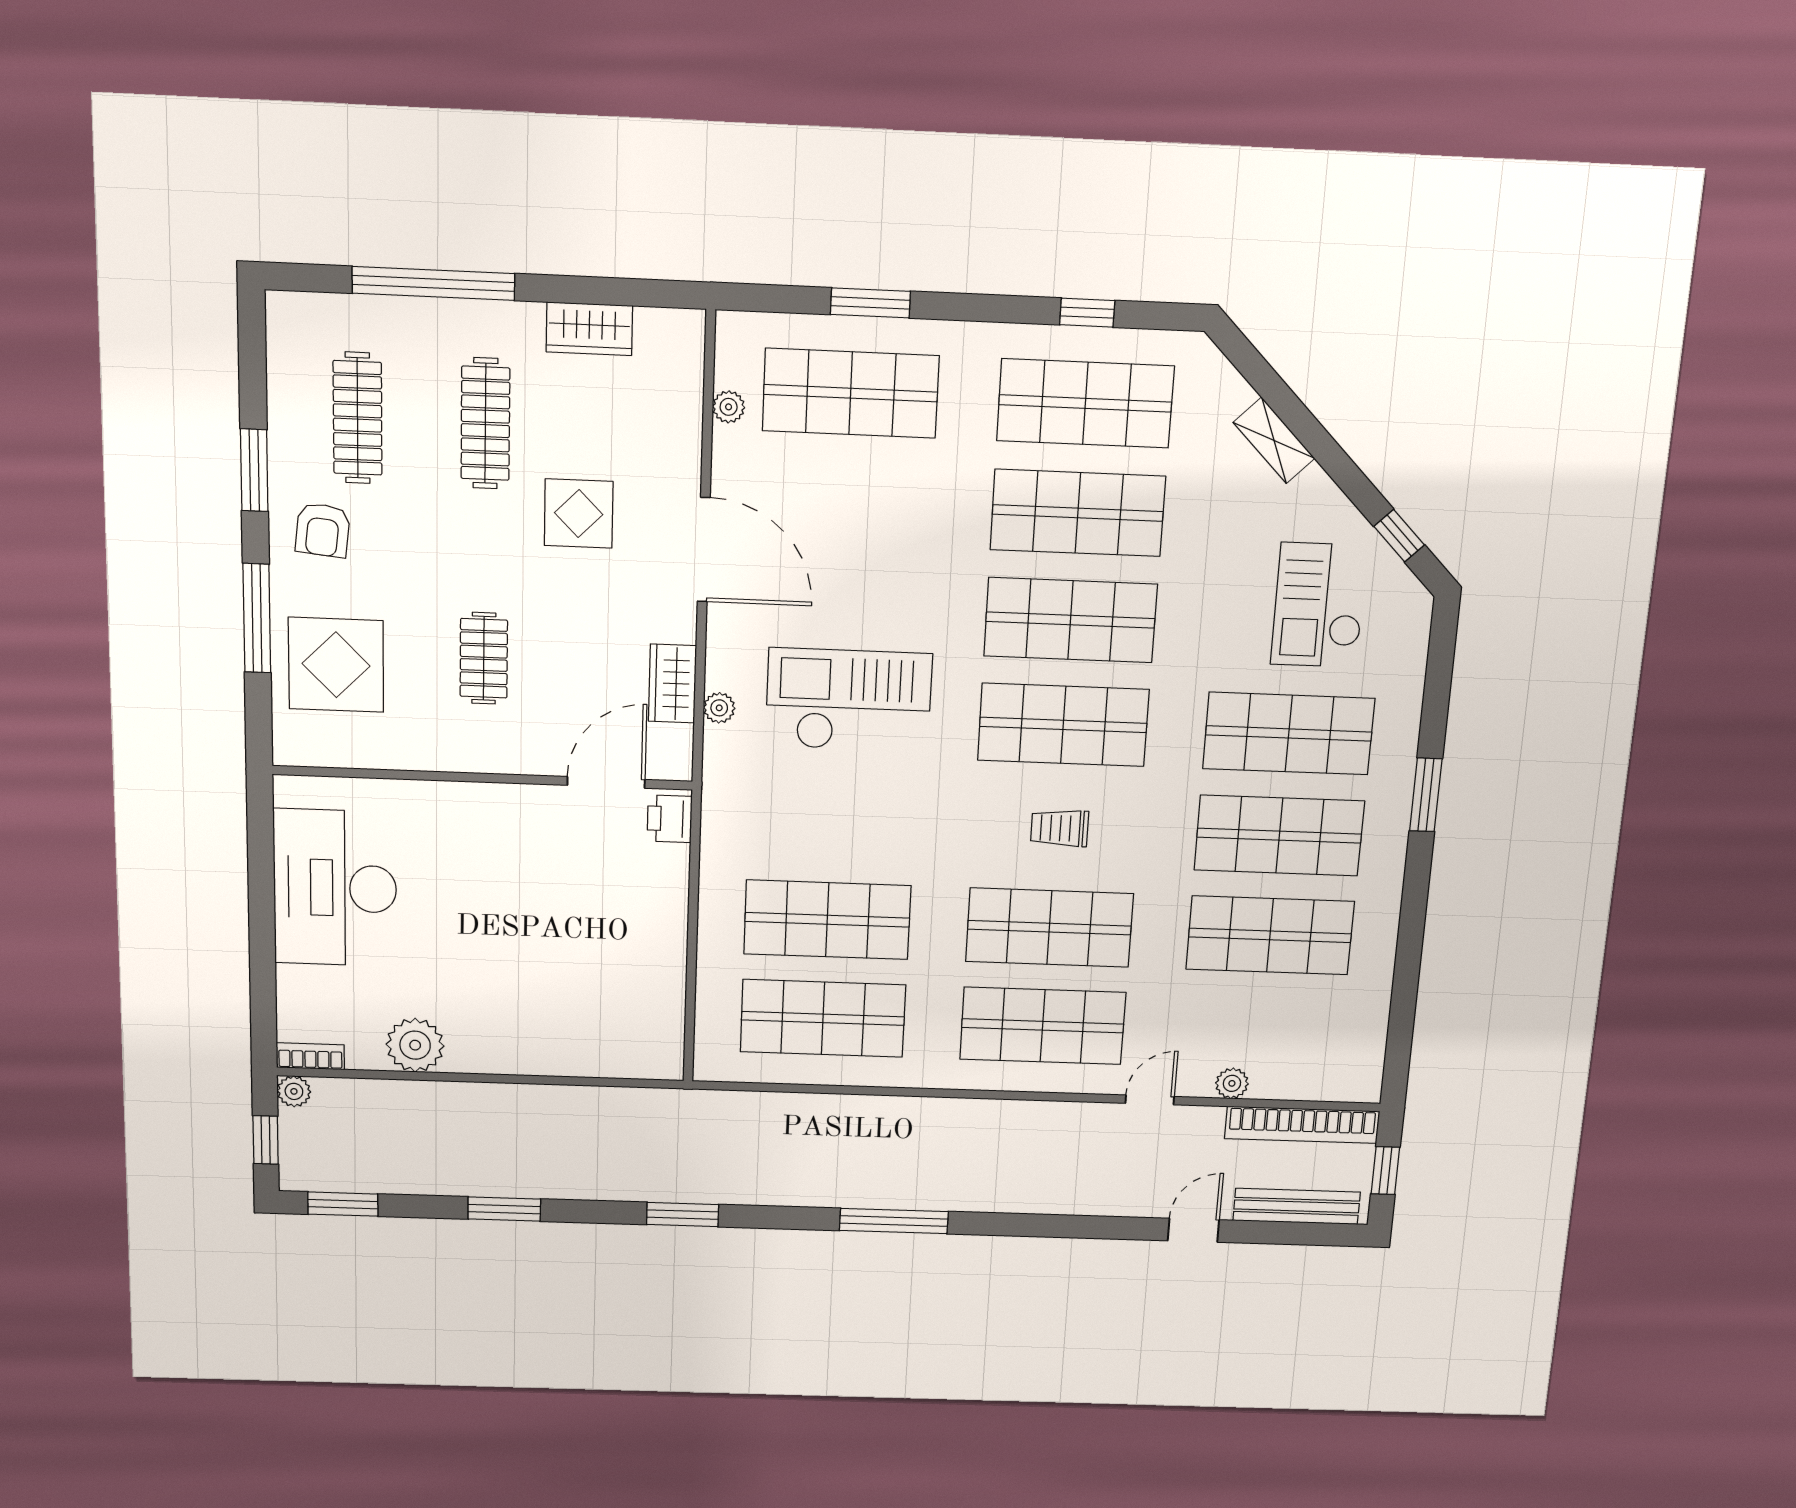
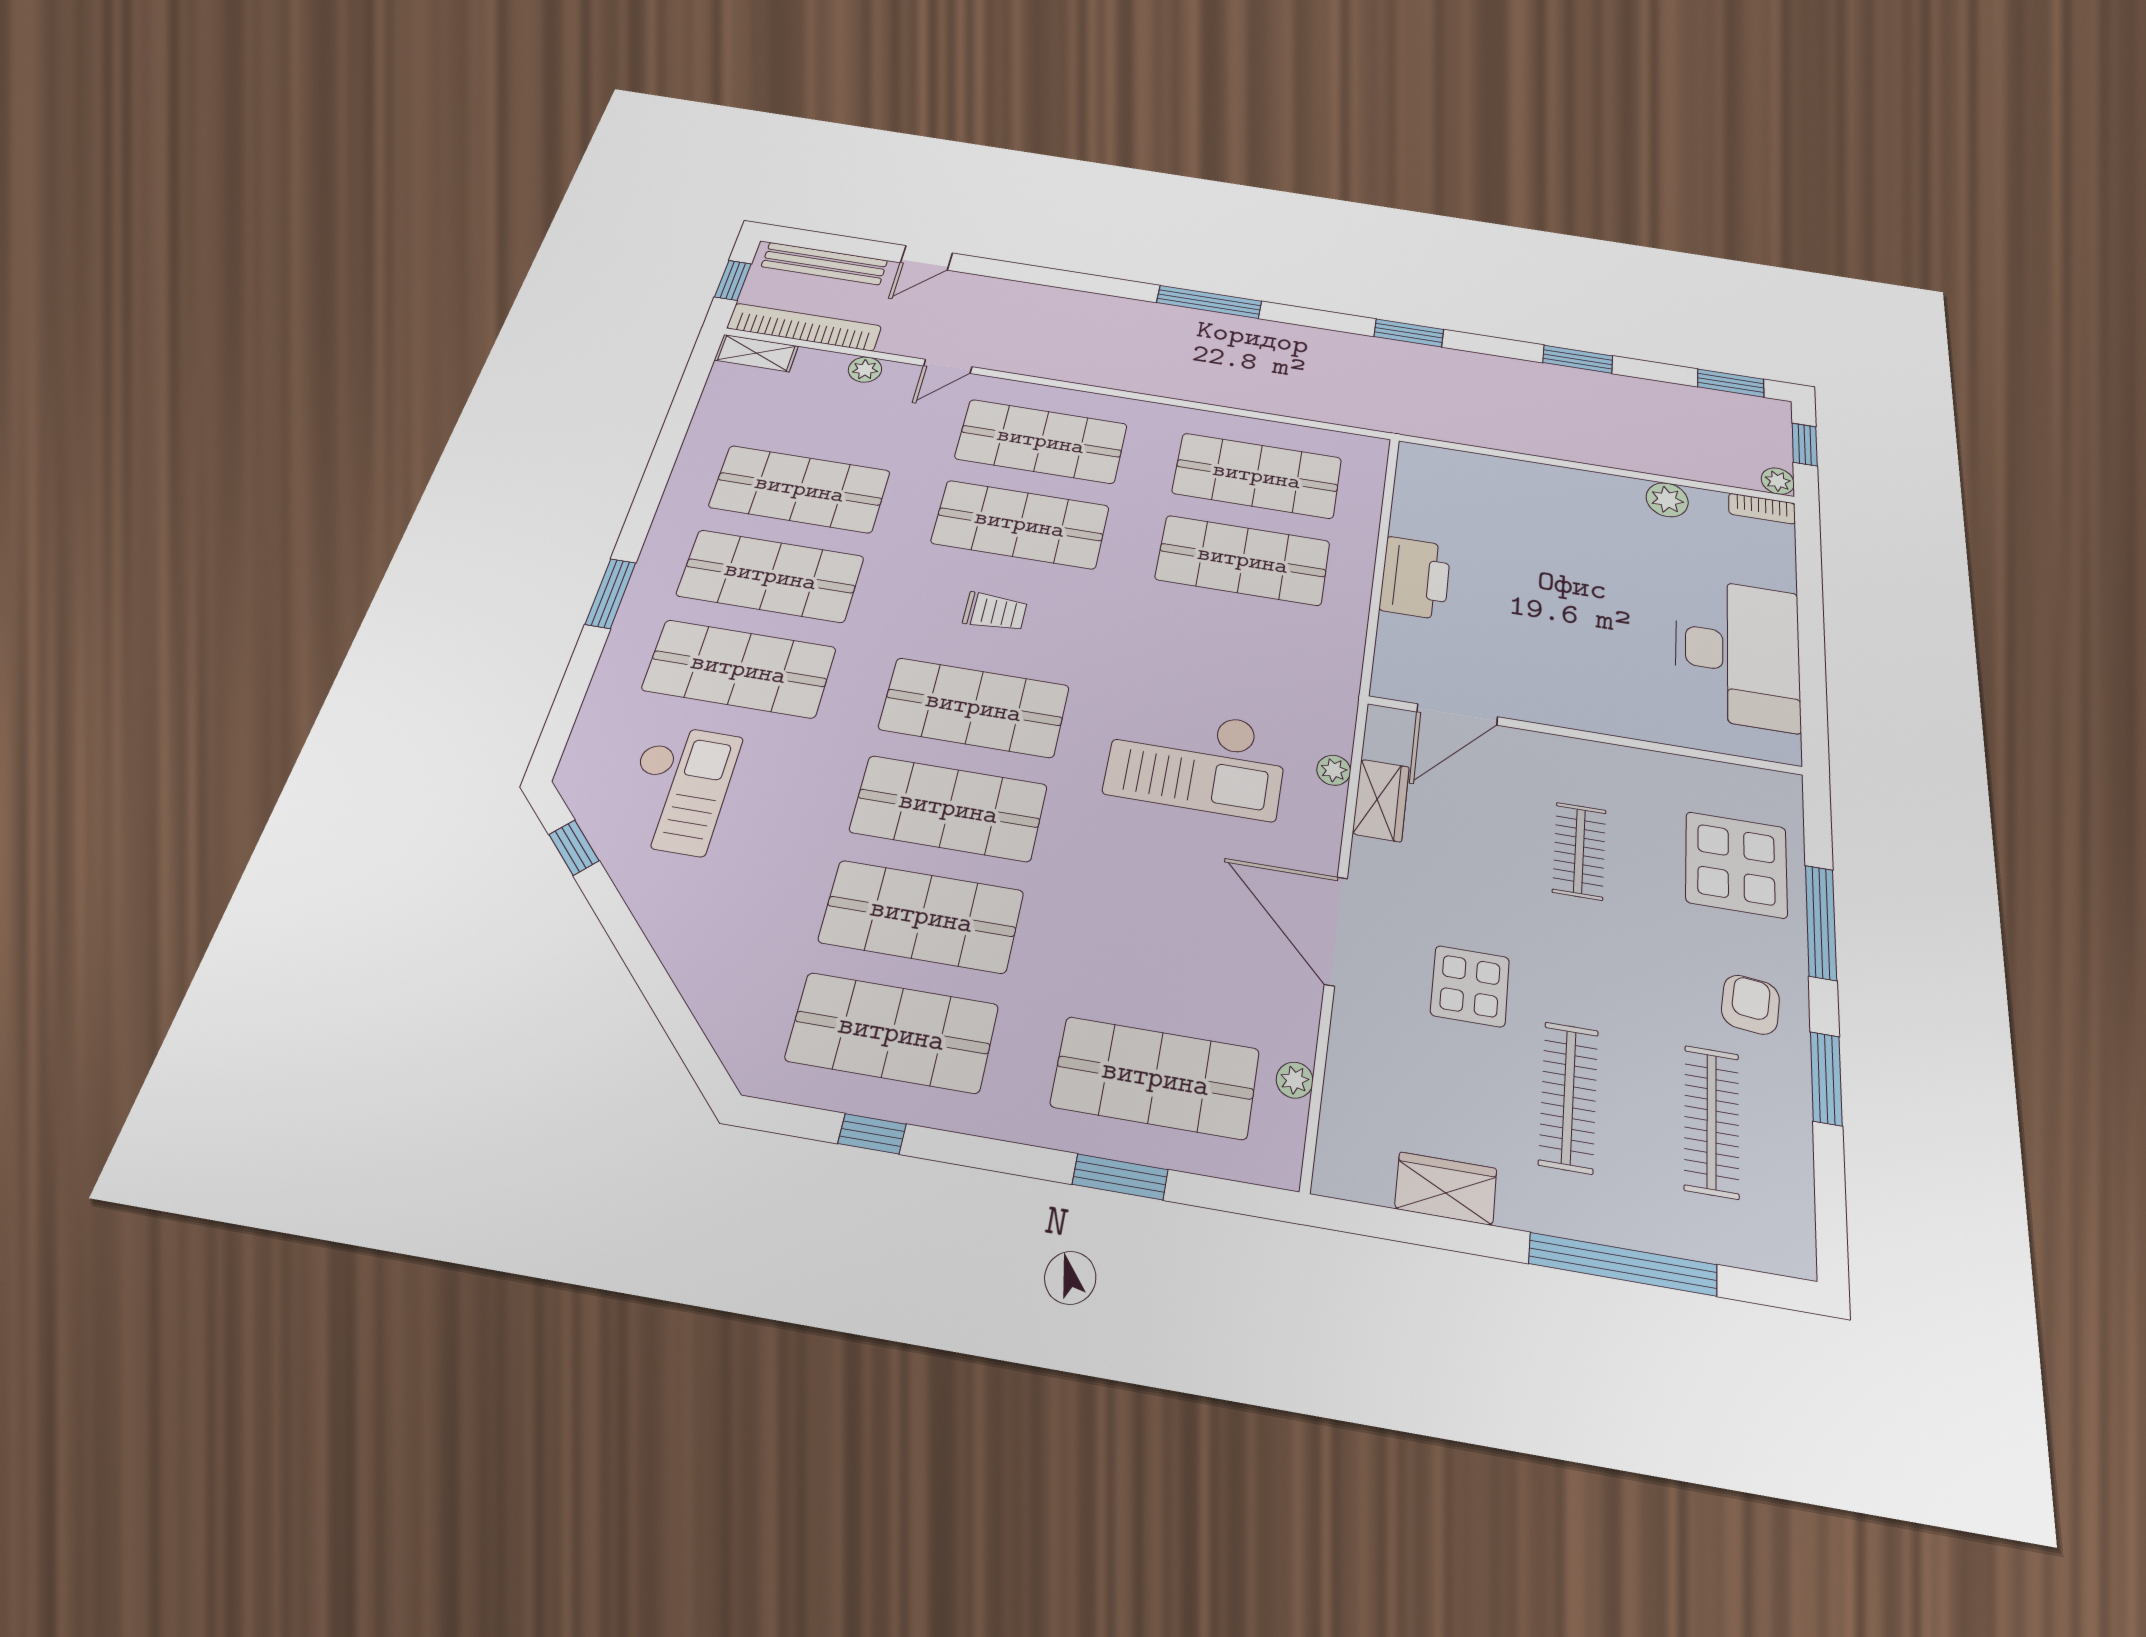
shelving: (1274, 440) -> (756, 353), moved, turned -45
printer: (670, 819) -> (1415, 578), moved, width x1.87, depth x1.48
plant: (415, 1045) -> (1667, 500), width x0.73, depth x0.73

